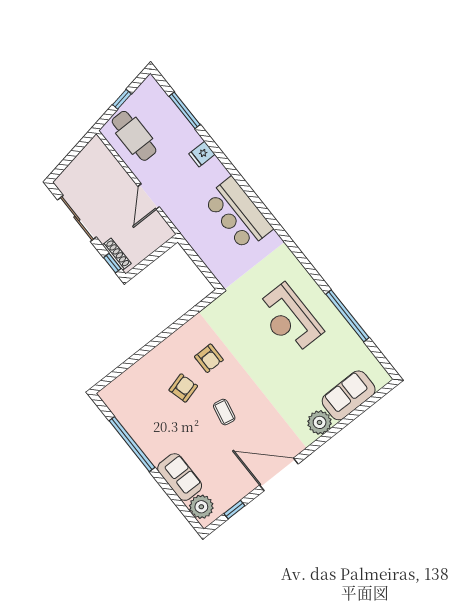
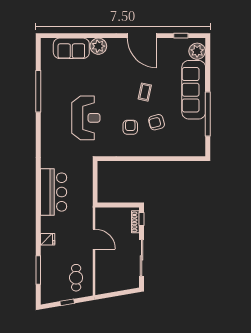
cafe table: (134, 136) -> (76, 278), width x0.73, depth x0.74
door: (149, 197) -> (94, 239), hinge flipped
reception desk: (289, 319) -> (86, 118), moved
sofa: (180, 477) -> (194, 90), width x1.85, depth x1.27

